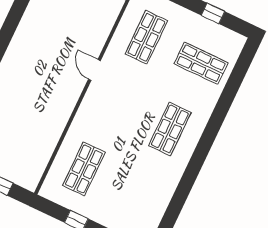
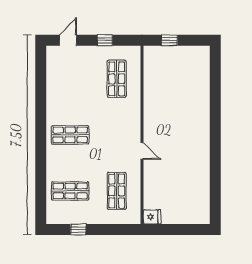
shop shelf: (170, 129) -> (70, 135), turned 90

